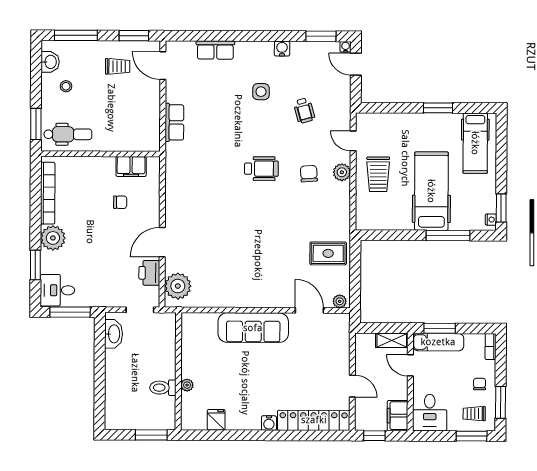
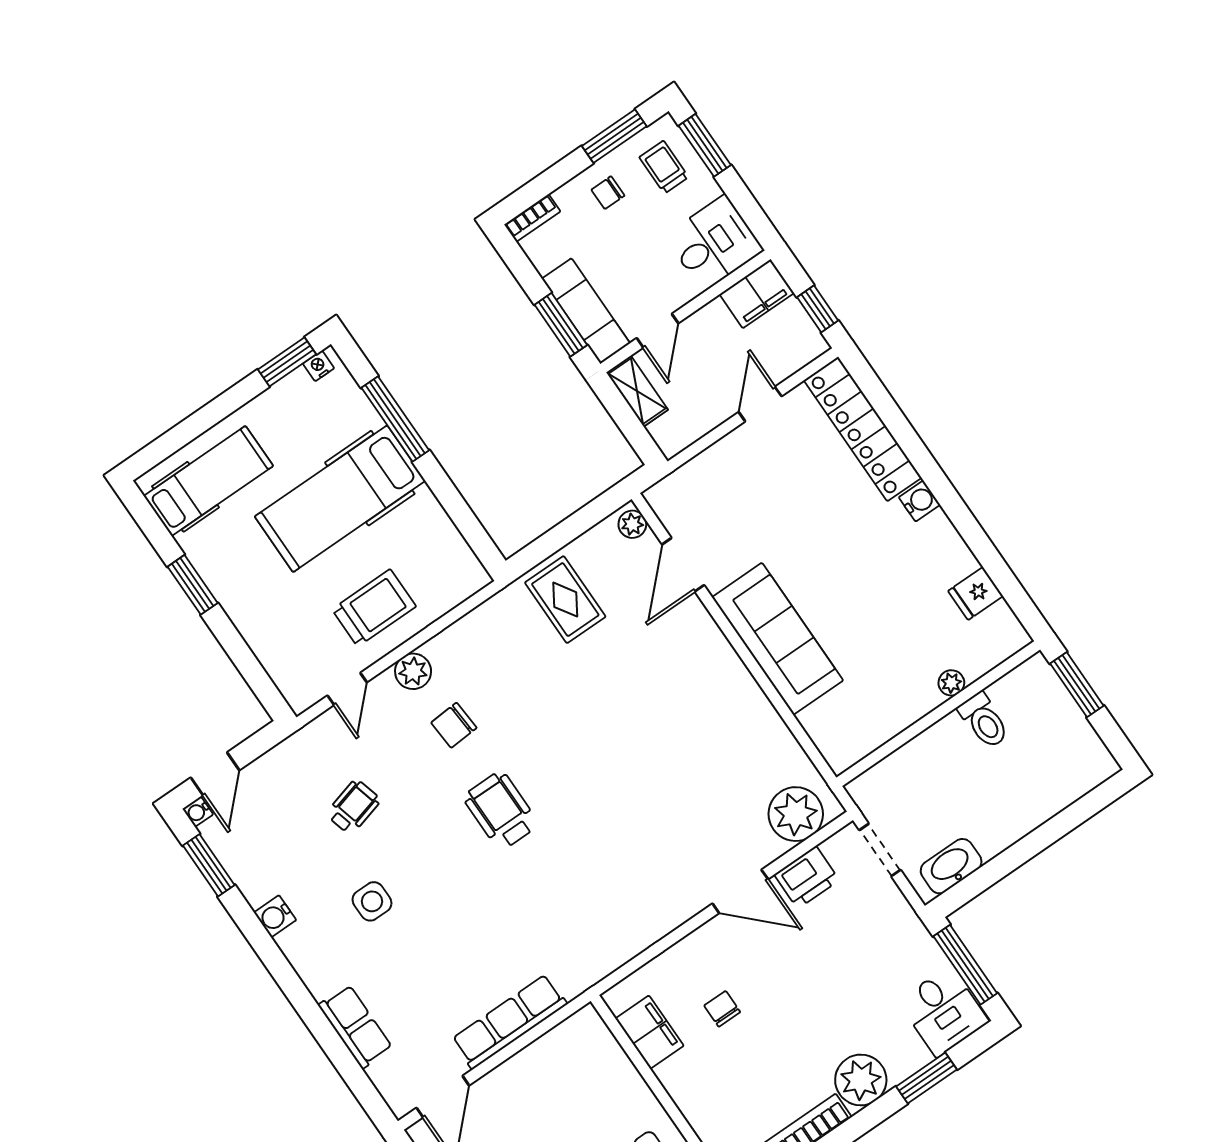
row of seats: (174, 122) -> (509, 1022), width x1.48
trolley: (474, 414) -> (664, 167), turned 180

